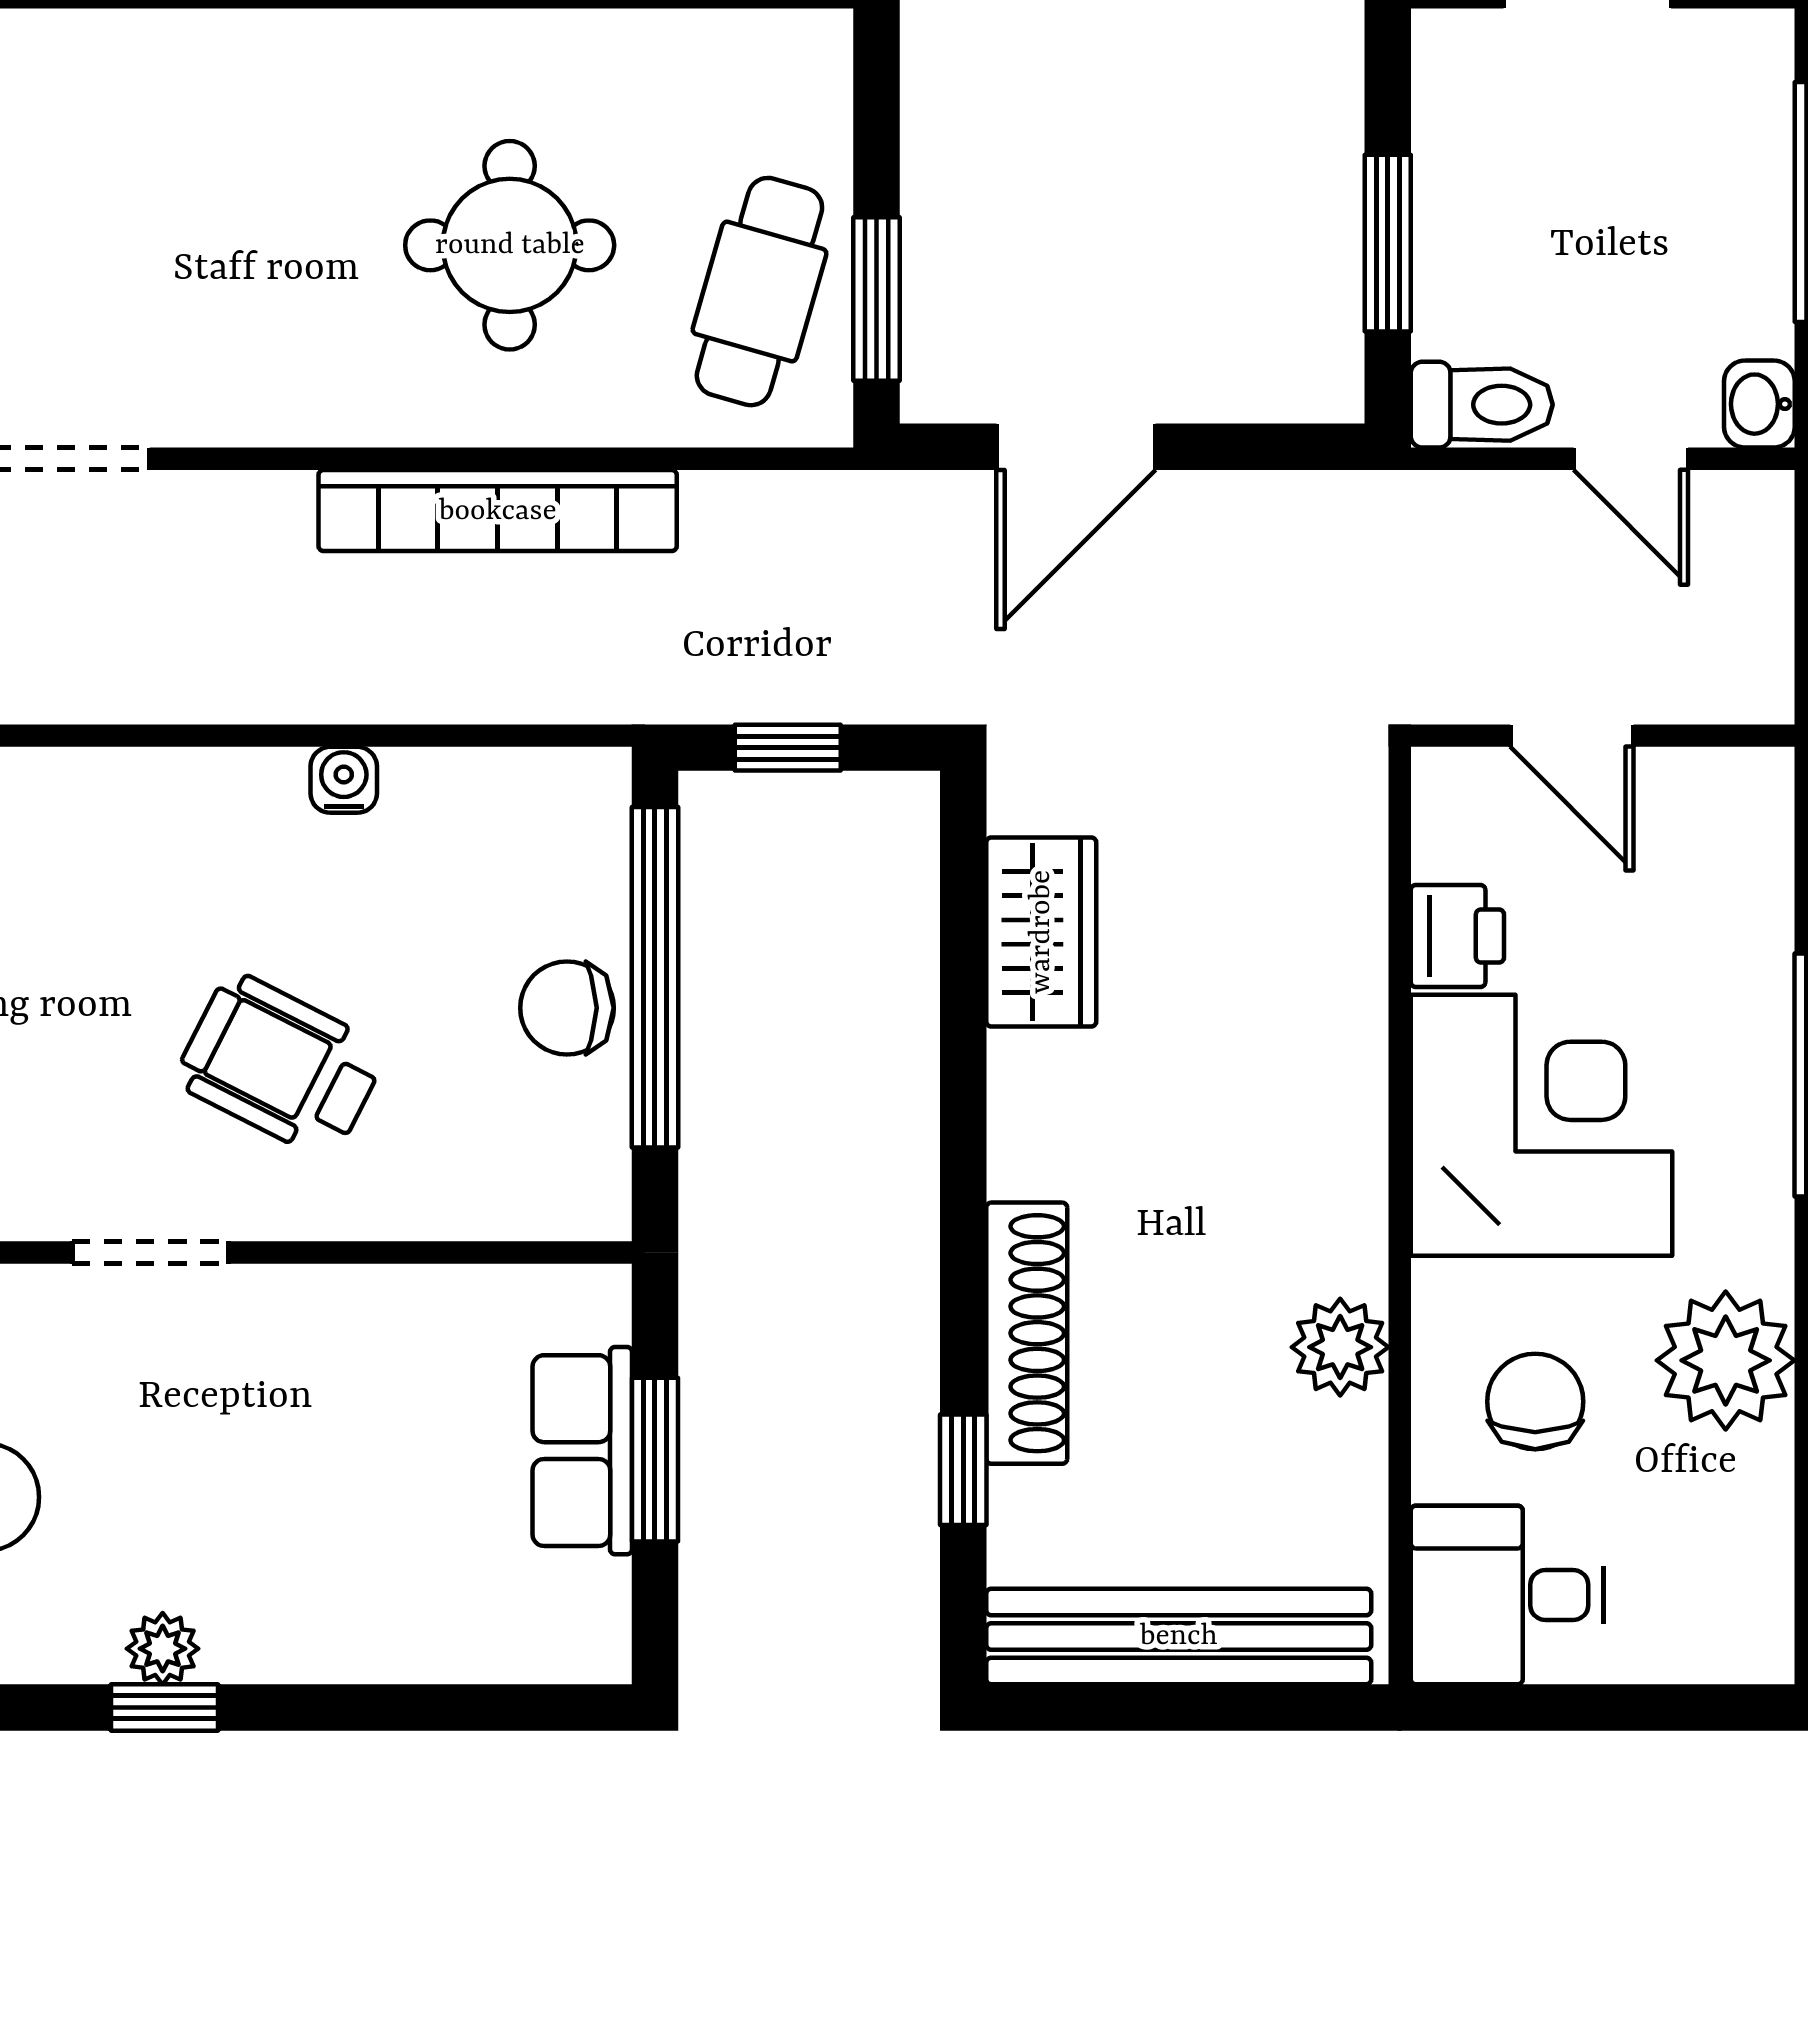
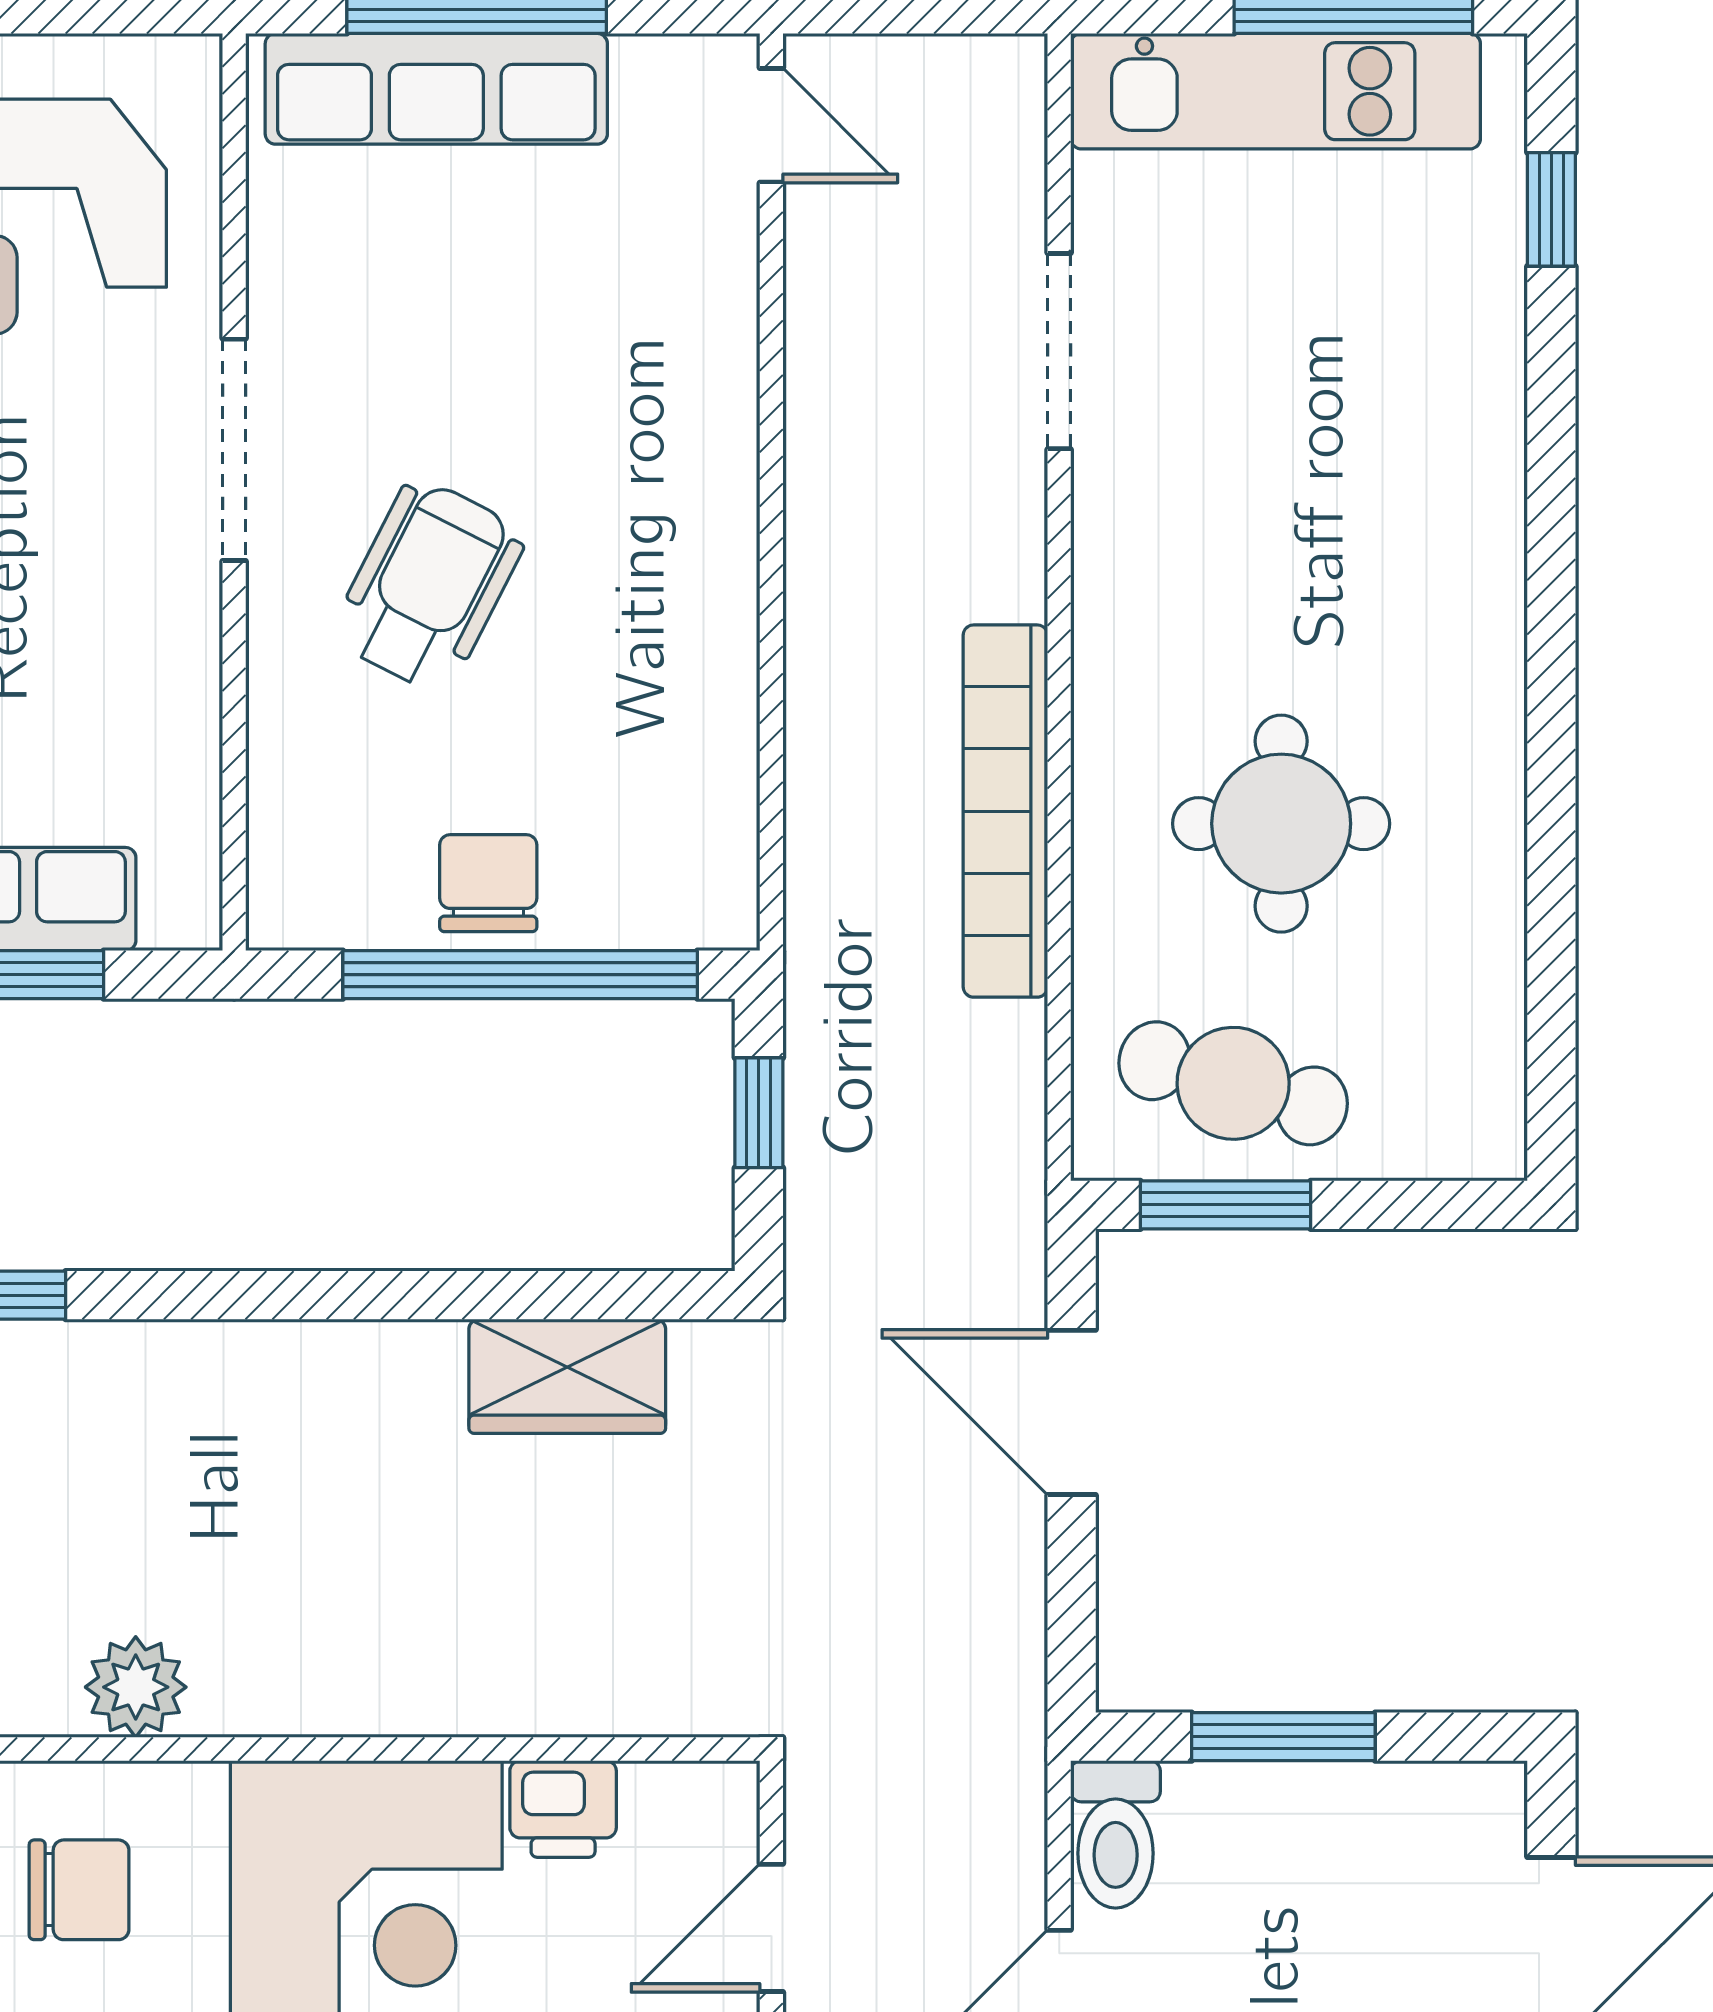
water cooler: (344, 780) -> (725, 651), removed
doorway: (150, 1252) -> (234, 450), width x1.38
shoe rack: (1027, 1333) -> (150, 1361), removed

